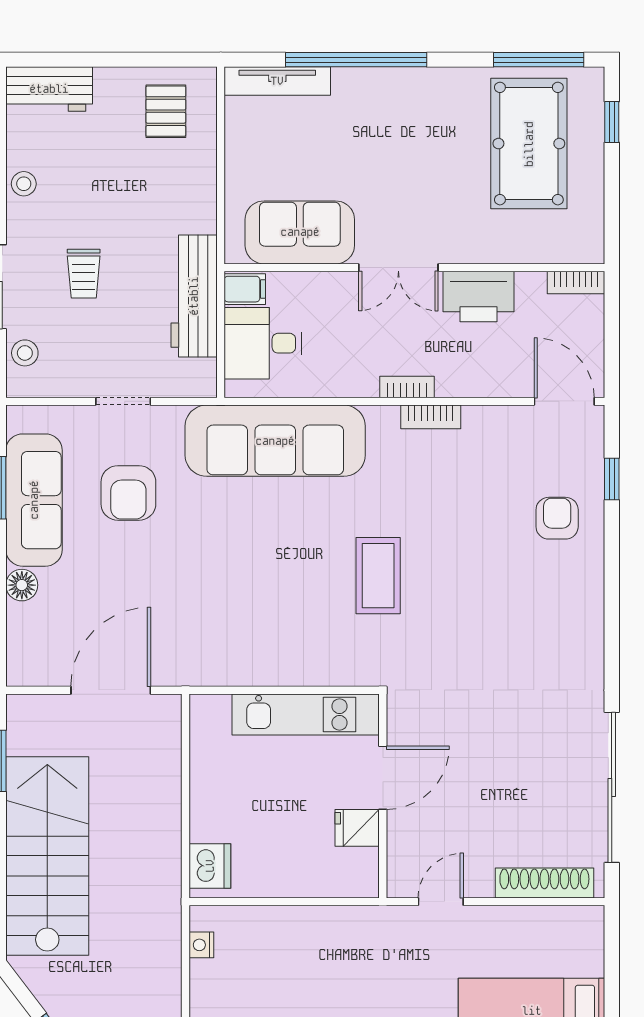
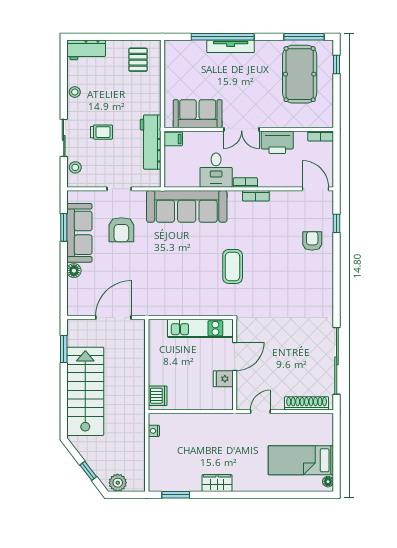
tv unit: (277, 81) -> (231, 46), moved
trolley: (84, 274) -> (101, 132), turned -90
desk: (263, 343) -> (216, 170), moved, turned -90

